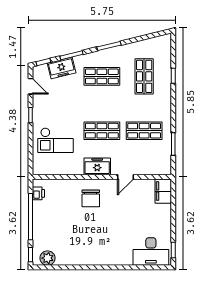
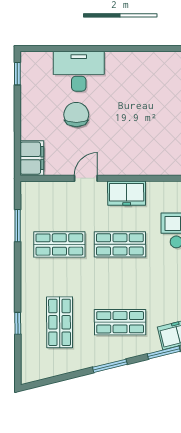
chair: (91, 198) -> (76, 115), moved
desk: (151, 252) -> (79, 71), moved

